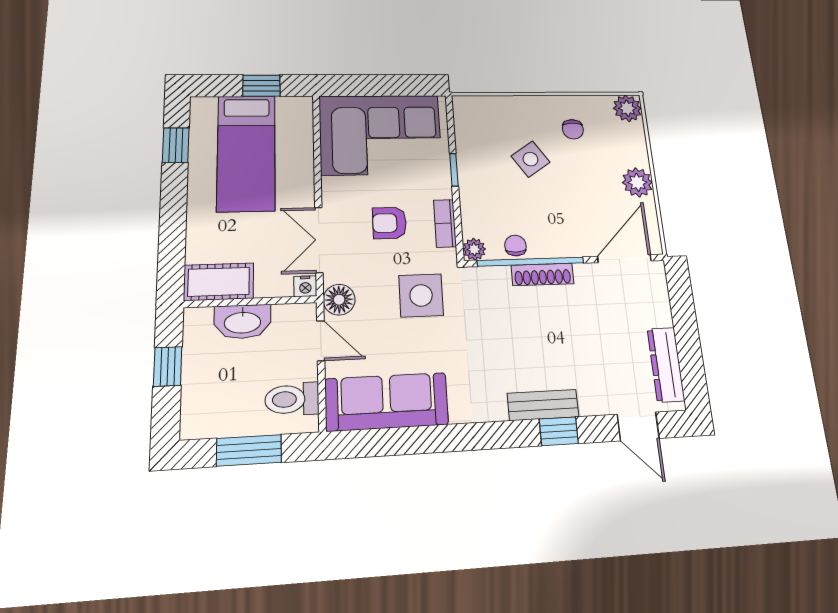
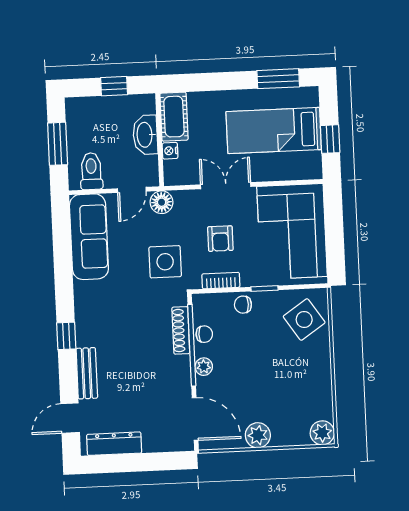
chair: (573, 129) -> (243, 305), moved
window: (176, 145) -> (278, 79), width x1.50
side table: (530, 159) -> (304, 320), moved, width x1.37, depth x1.37
armchair: (389, 223) -> (220, 239), turned 180
double door: (319, 240) -> (226, 186), moved
plant: (474, 249) -> (204, 367), moved
shoe rack: (543, 275) -> (181, 330), moved
nightstand: (305, 286) -> (170, 151), moved
bench: (543, 405) -> (87, 373), moved
window: (559, 431) -> (66, 336), moved

